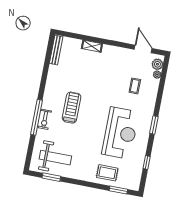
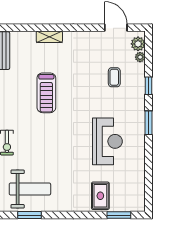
treadmill: (72, 108) -> (46, 93), moved, turned 180
reception desk: (120, 133) -> (107, 141), width x0.74, depth x0.77
window: (147, 163) -> (149, 86), moved
rug: (107, 173) -> (100, 196), turned 90

